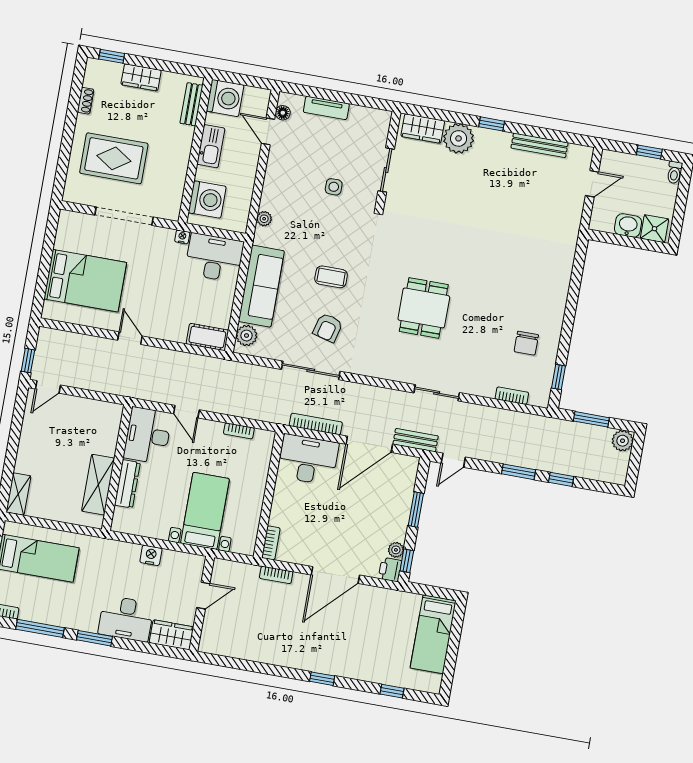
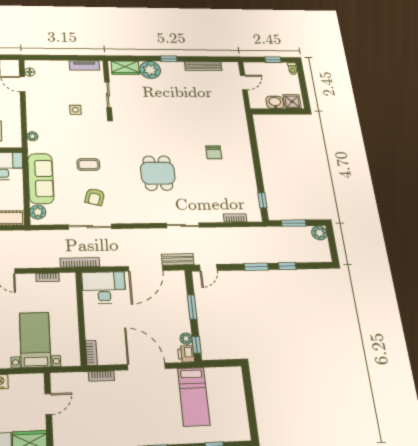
tv unit: (326, 108) -> (84, 65), moved
chair: (526, 343) -> (214, 152), moved
bookcase: (316, 424) -> (80, 262), moved
door: (335, 575) -> (146, 367), swing flipped
bed: (433, 634) -> (194, 397), moved

